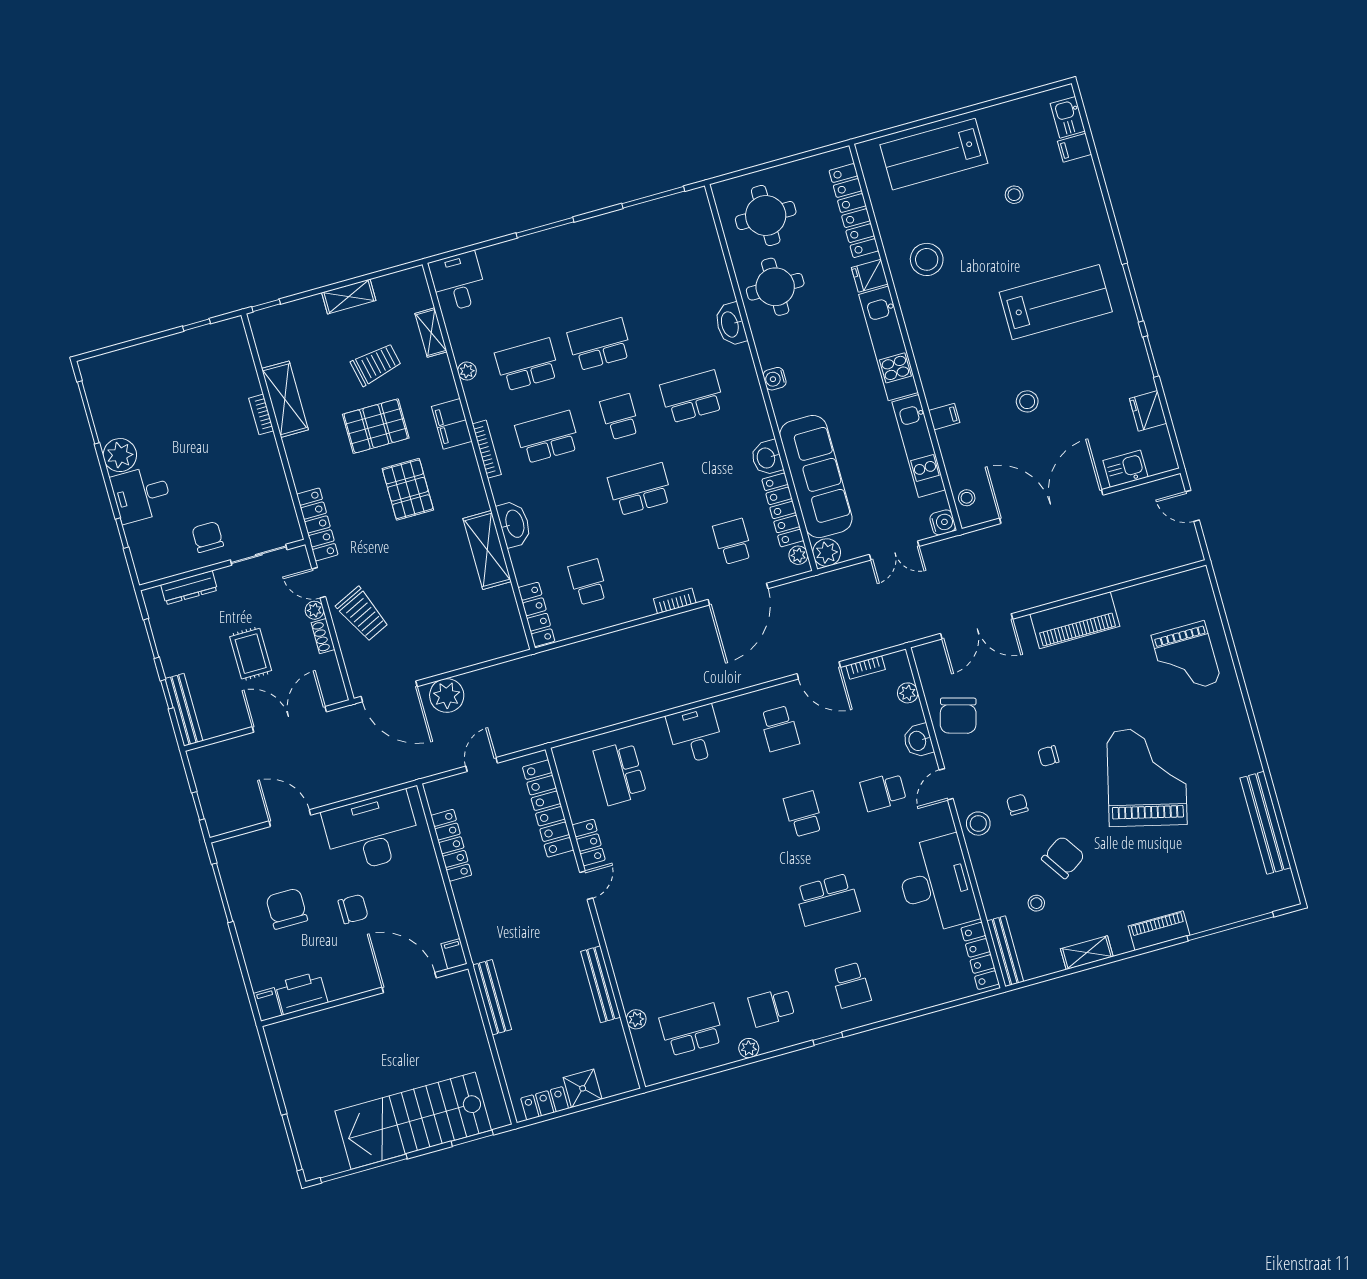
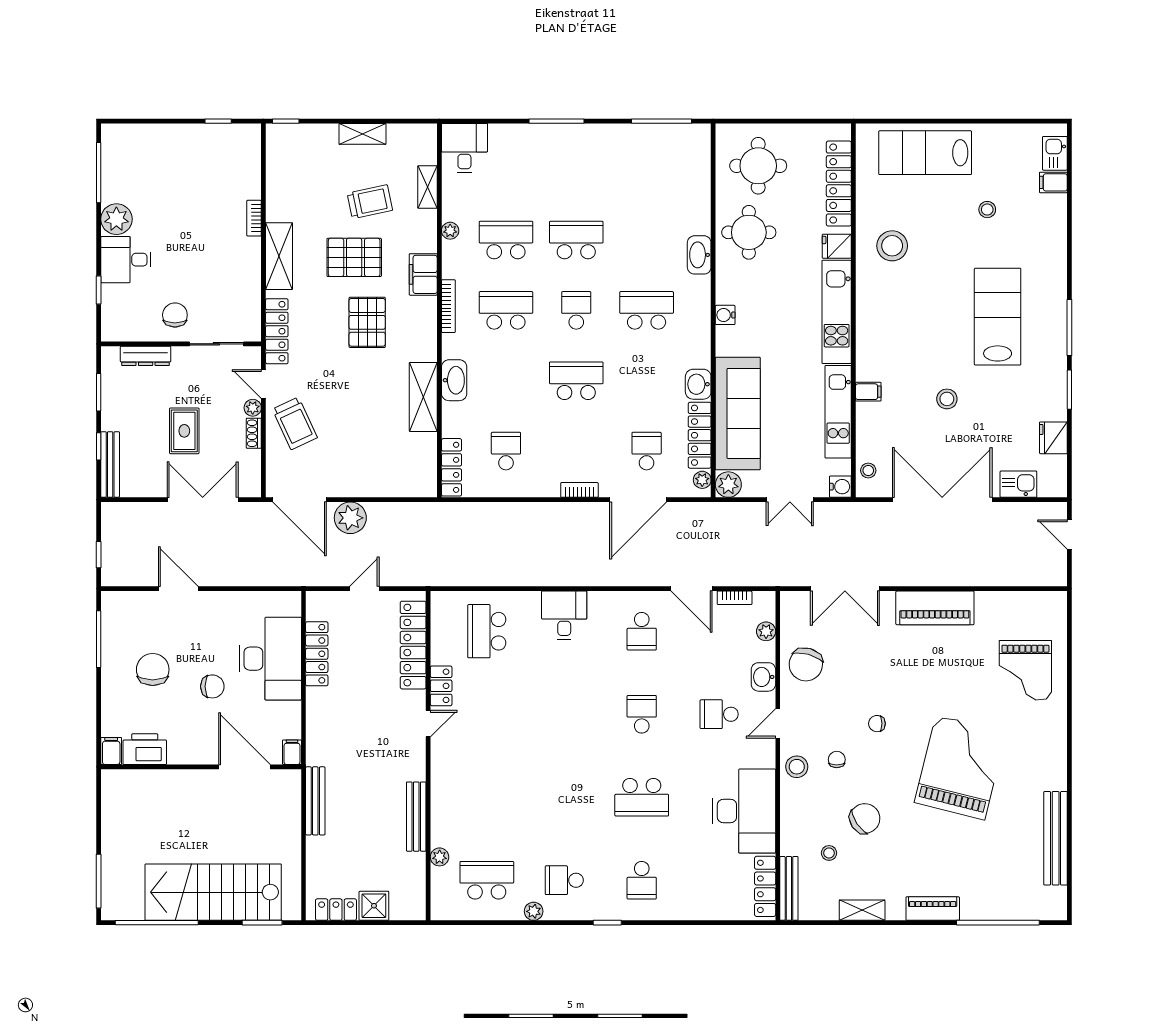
lab bench: (1056, 302) -> (998, 317), turned -90
shelving: (285, 399) -> (279, 256), moved
desk: (372, 832) -> (270, 659), moved, turned 90

